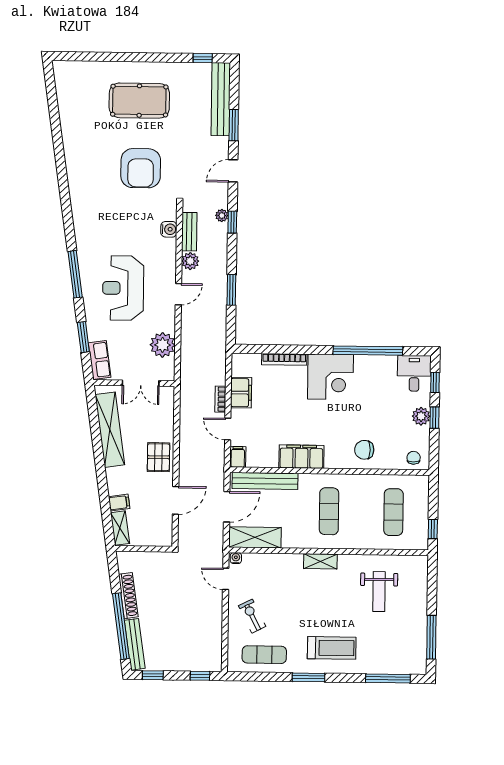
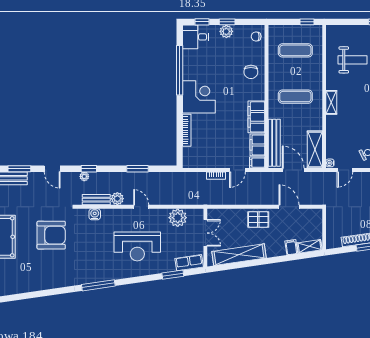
window: (75, 274) -> (98, 285), moved
filing cabinet: (241, 393) -> (257, 145), moved, turned -90

